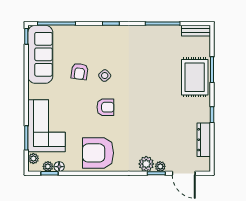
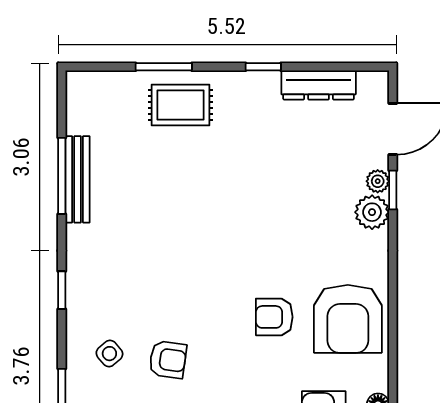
bench: (196, 31) -> (78, 179), moved, width x1.36
side table: (105, 76) -> (109, 354), moved
rug: (195, 77) -> (181, 105), width x0.73, depth x0.70
armchair: (105, 107) -> (274, 317), moved, turned -90

